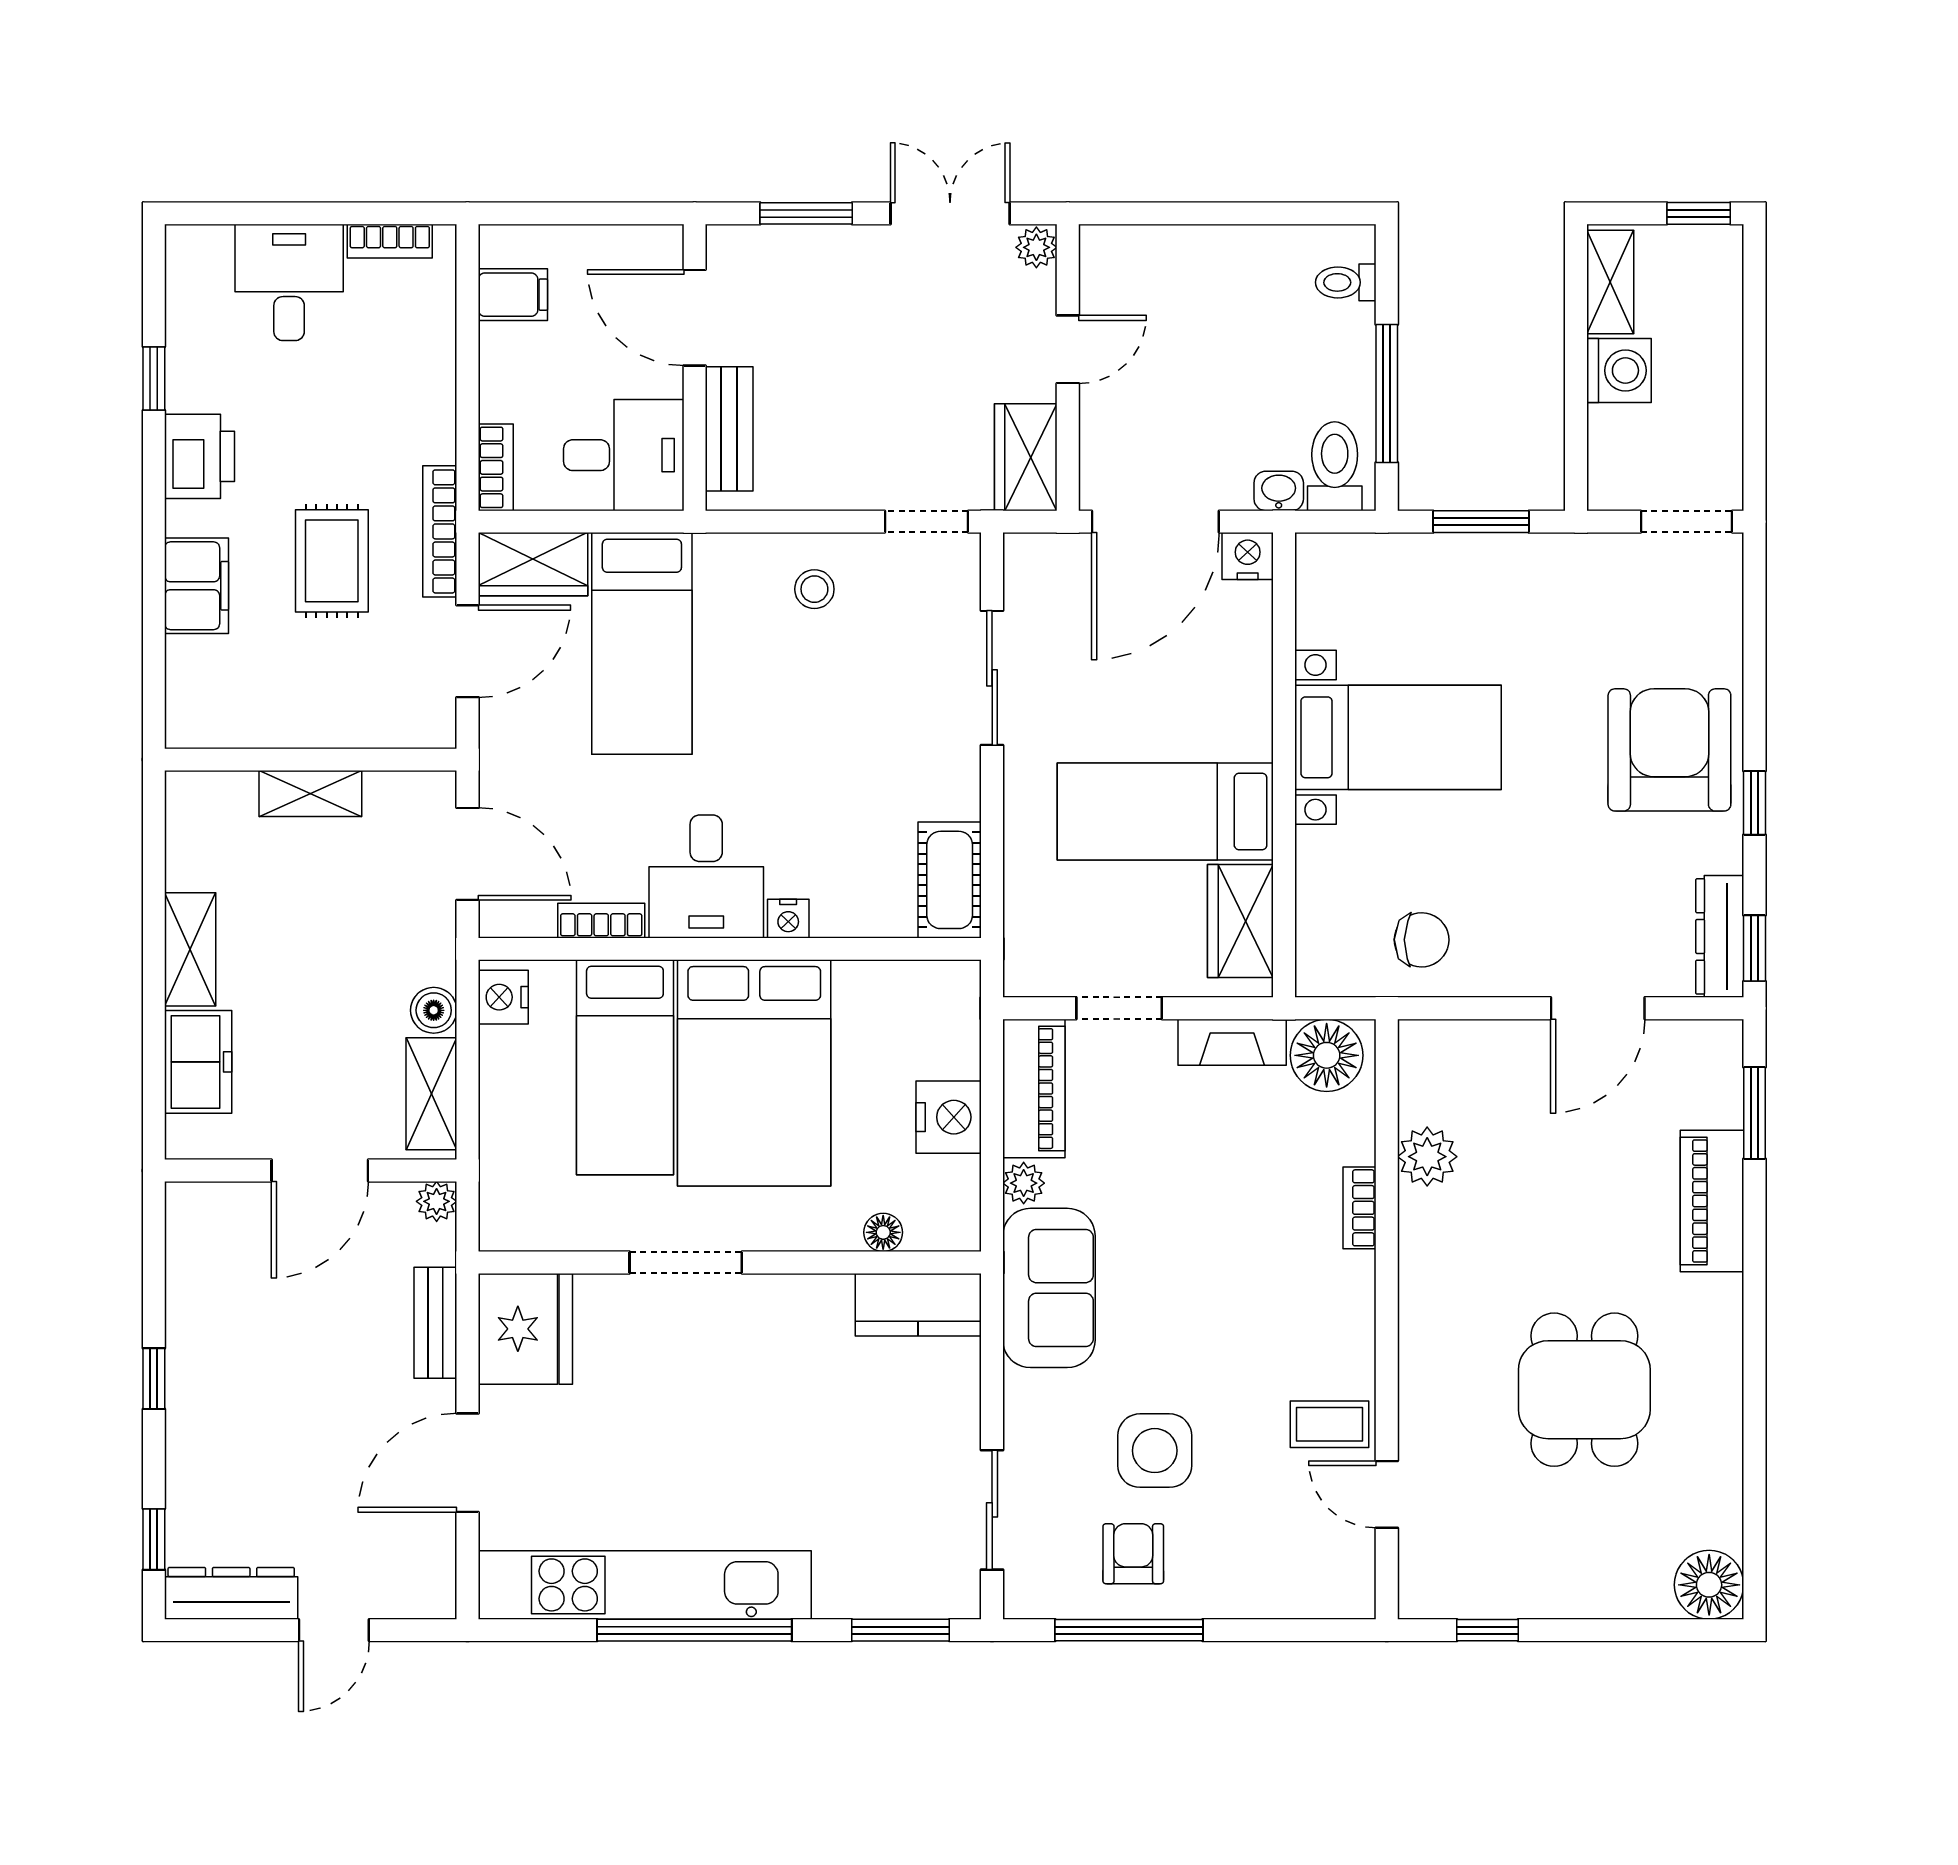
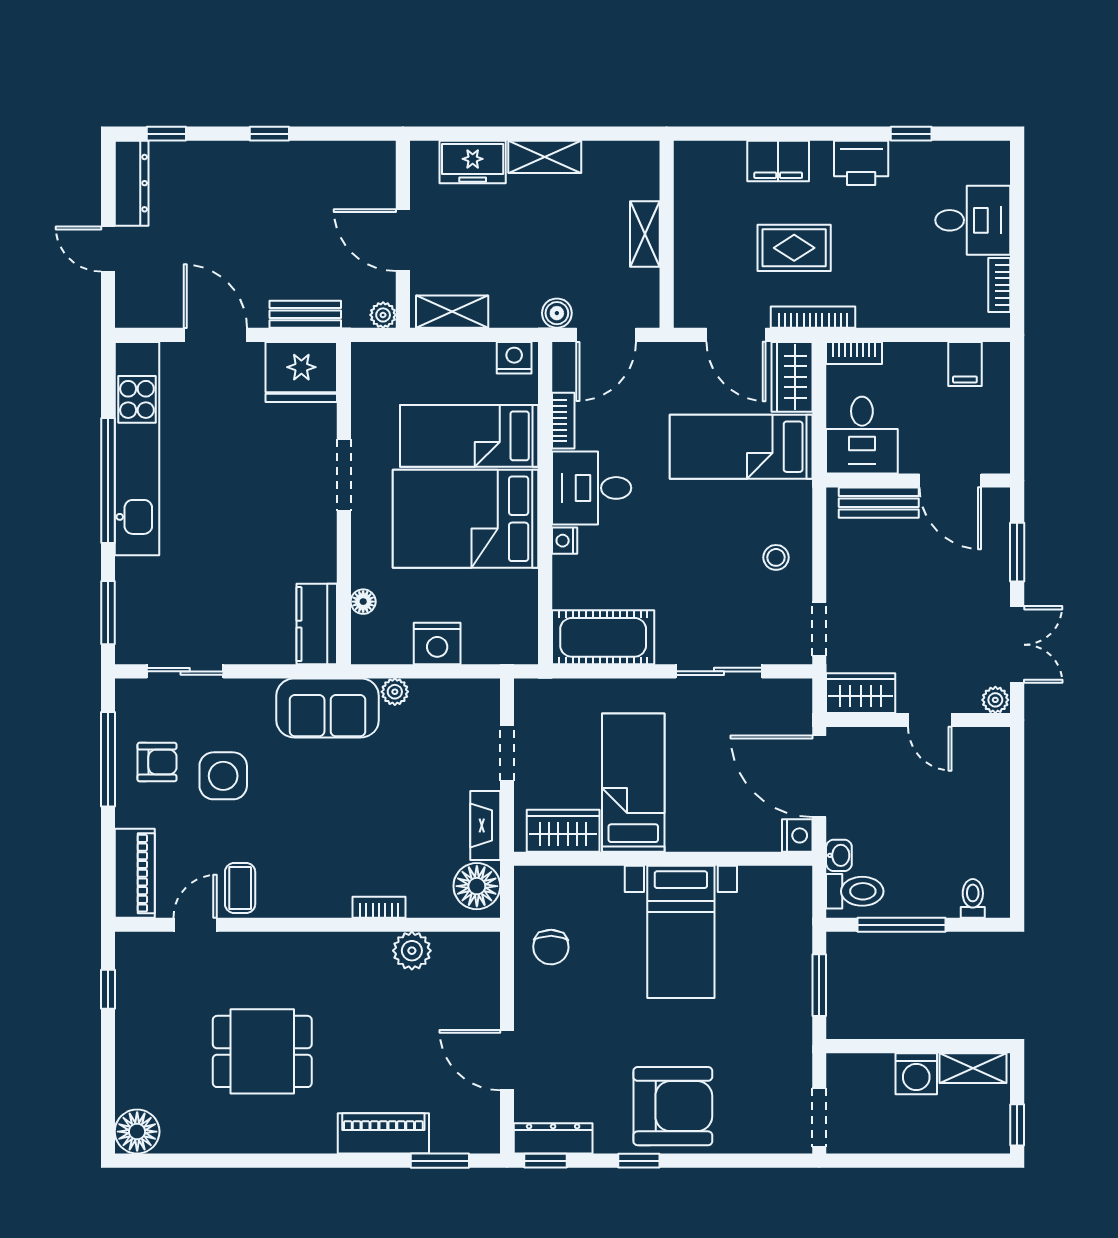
door: (695, 318) -> (950, 481), swing flipped
cot: (950, 880) -> (603, 637), width x1.37, depth x1.34
boiler: (434, 1010) -> (557, 313), moved
piano: (1034, 1089) -> (135, 873), moved, turned -90

